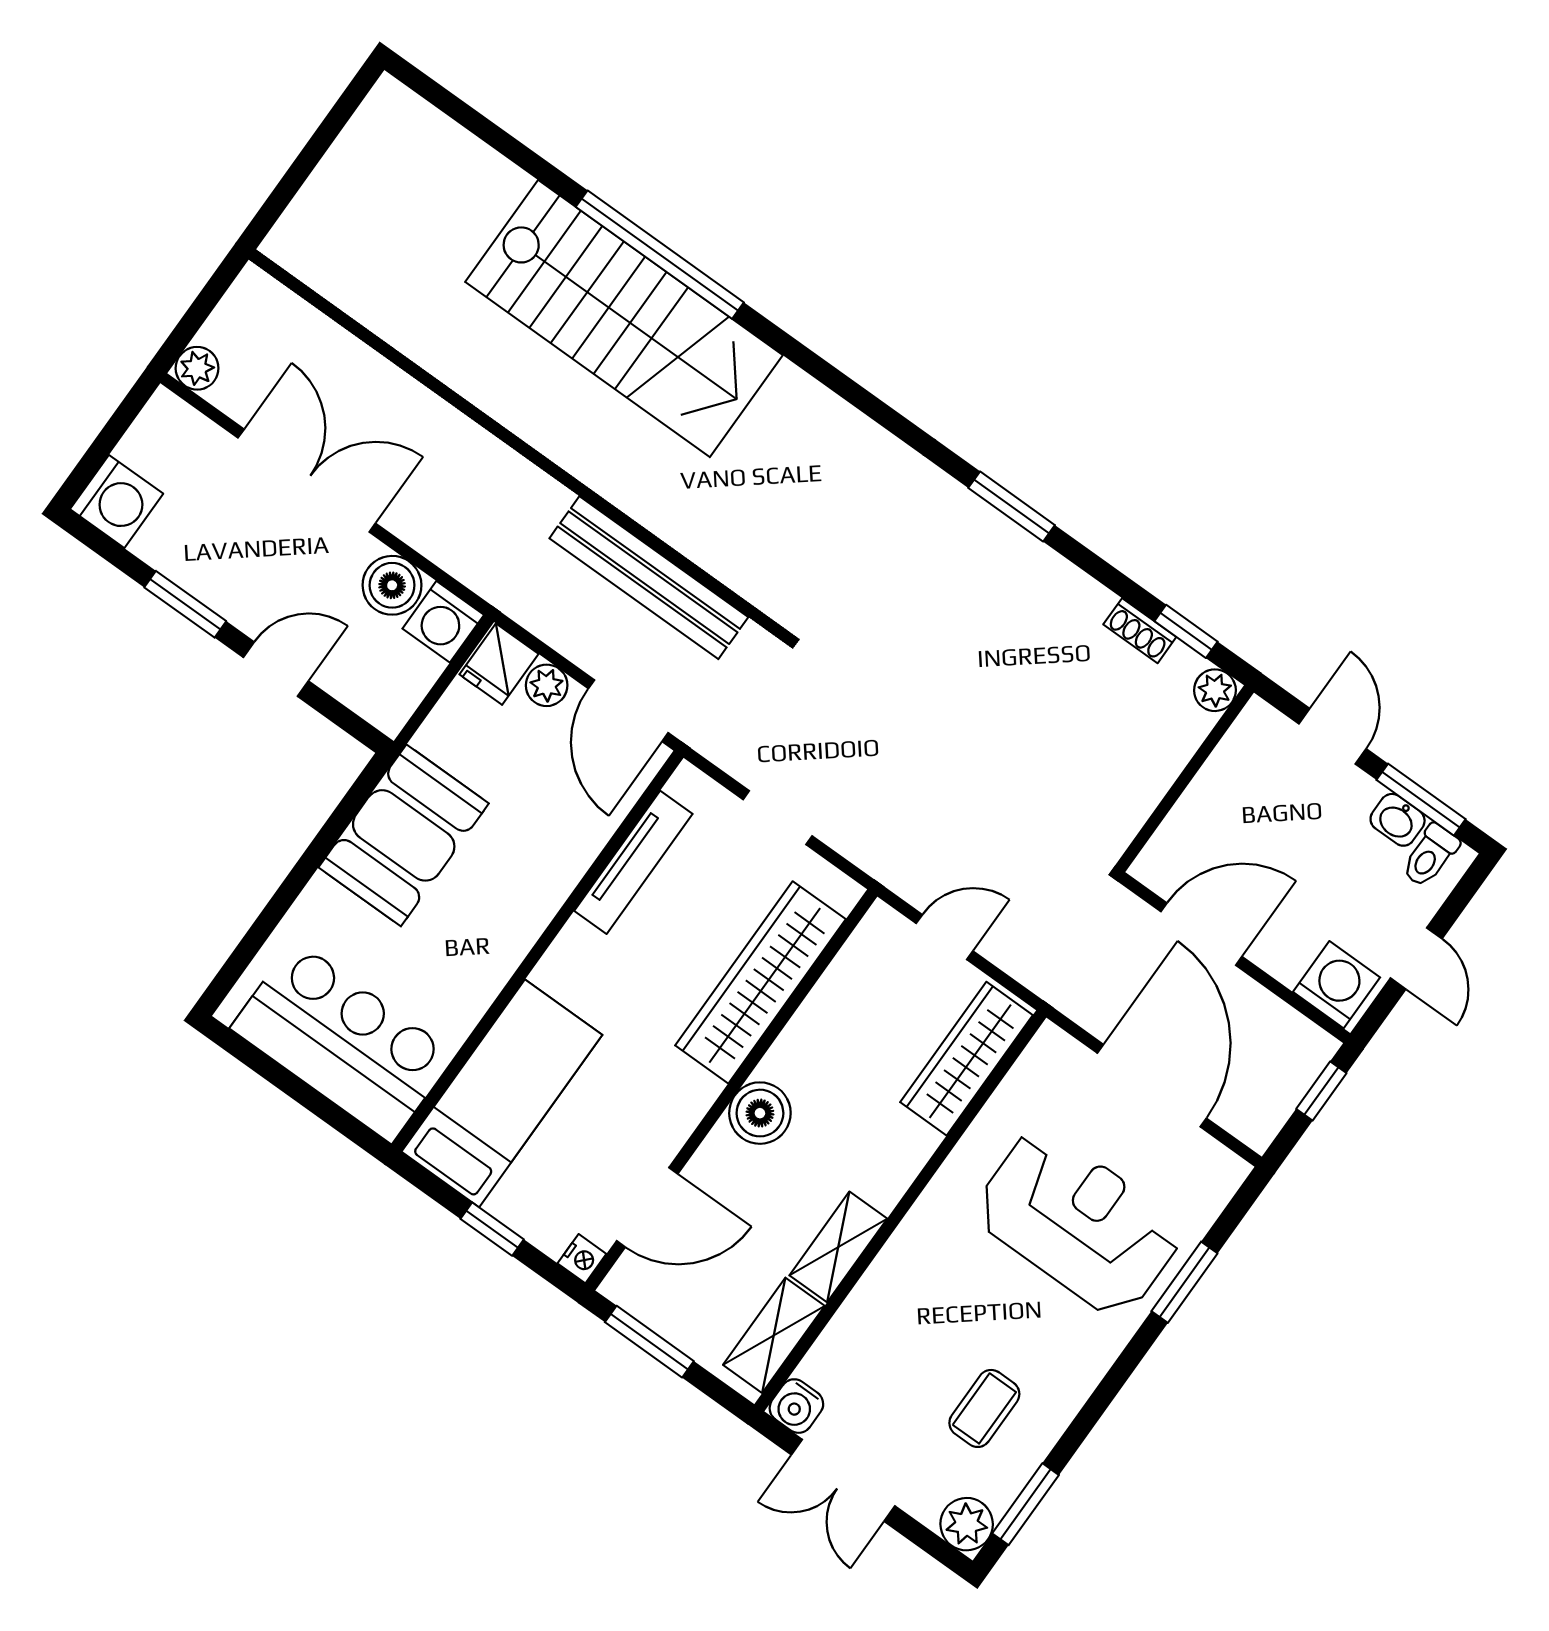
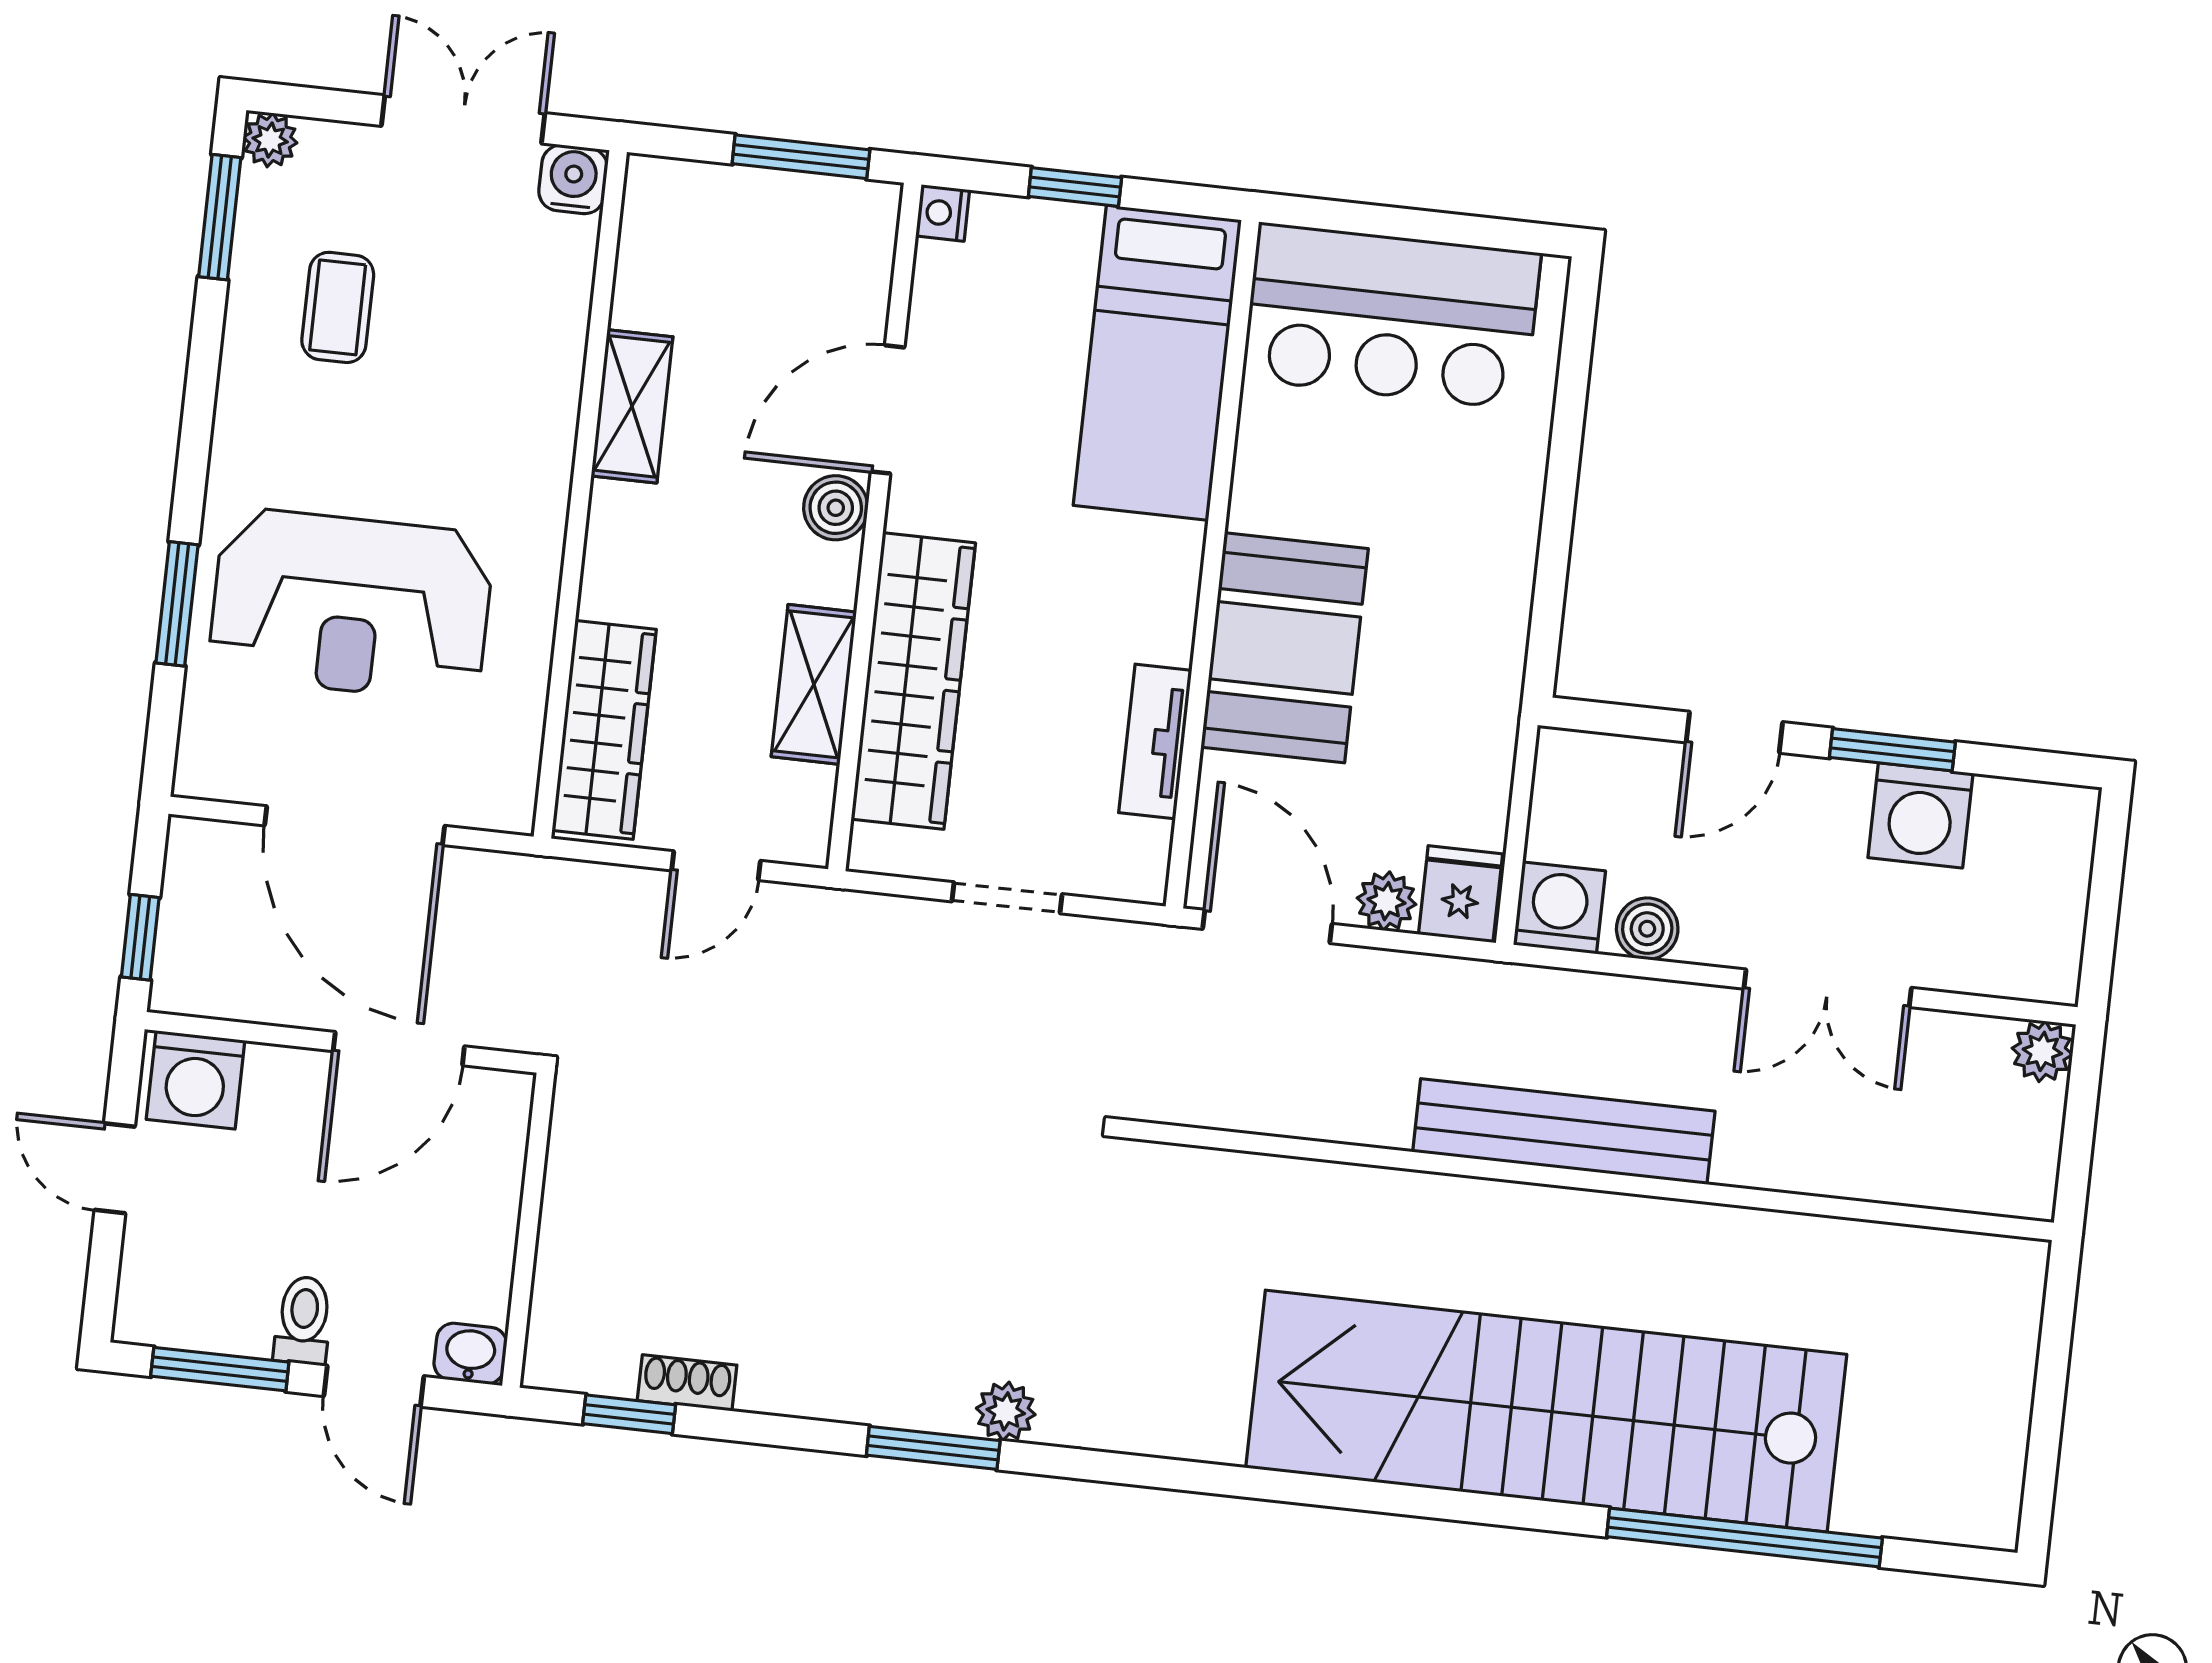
window: (660, 255) -> (1744, 1537), moved
stairs: (624, 319) -> (1546, 1411), width x1.36
double door: (307, 481) -> (1828, 988), width x0.73
washing machine: (117, 501) -> (1920, 815), moved, turned -90
bench: (649, 578) -> (1564, 1131), moved
boiler: (392, 585) -> (1647, 929), width x0.73, depth x0.73
plant: (1215, 690) -> (1006, 1411), moved
washbasin: (1398, 820) -> (470, 1354), moved
booth: (404, 835) -> (1285, 648), moved
toilet: (1430, 856) -> (303, 1320), moved
tv unit: (633, 862) -> (1155, 742), width x0.71
boiler: (760, 1113) -> (836, 508), width x0.73, depth x0.73
door: (647, 1207) -> (888, 409), moved
shelving: (774, 1335) -> (814, 684), moved
plant: (967, 1524) -> (270, 140), width x0.73, depth x0.73

